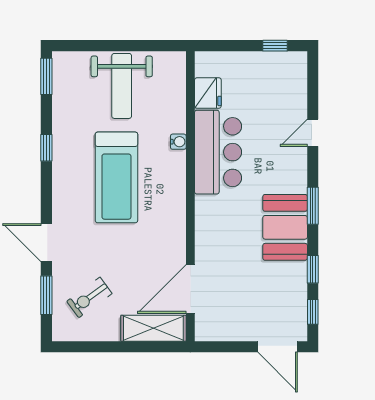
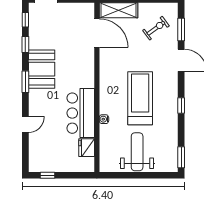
window: (46, 148) -> (181, 105), moved
door: (190, 289) -> (97, 33), hinge flipped

